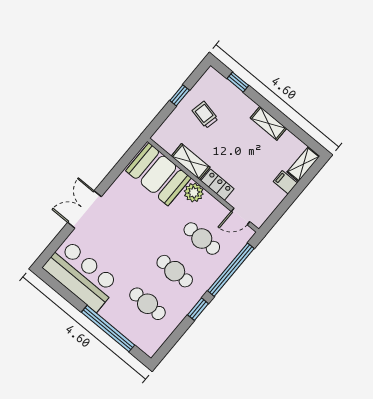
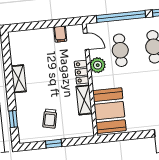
shelving: (303, 164) -> (22, 36), removed
filing cabinet: (285, 182) -> (60, 34), moved
plant: (194, 192) -> (98, 65), moved

